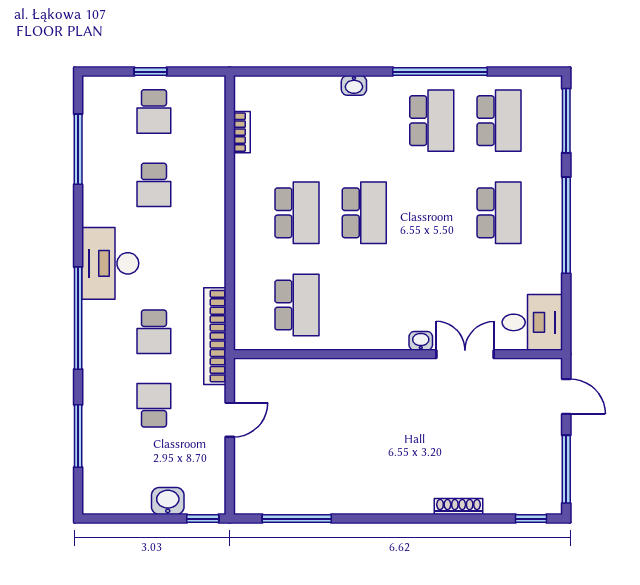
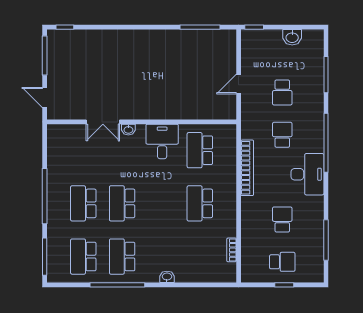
school desk: (154, 111) -> (282, 262), turned 90
school desk: (364, 213) -> (122, 203), moved
desk: (532, 322) -> (162, 141), moved, turned 90
bookcase: (215, 336) -> (247, 168), moved
washbasin: (168, 501) -> (292, 37), moved
shoe rack: (459, 507) -> (107, 34), removed

